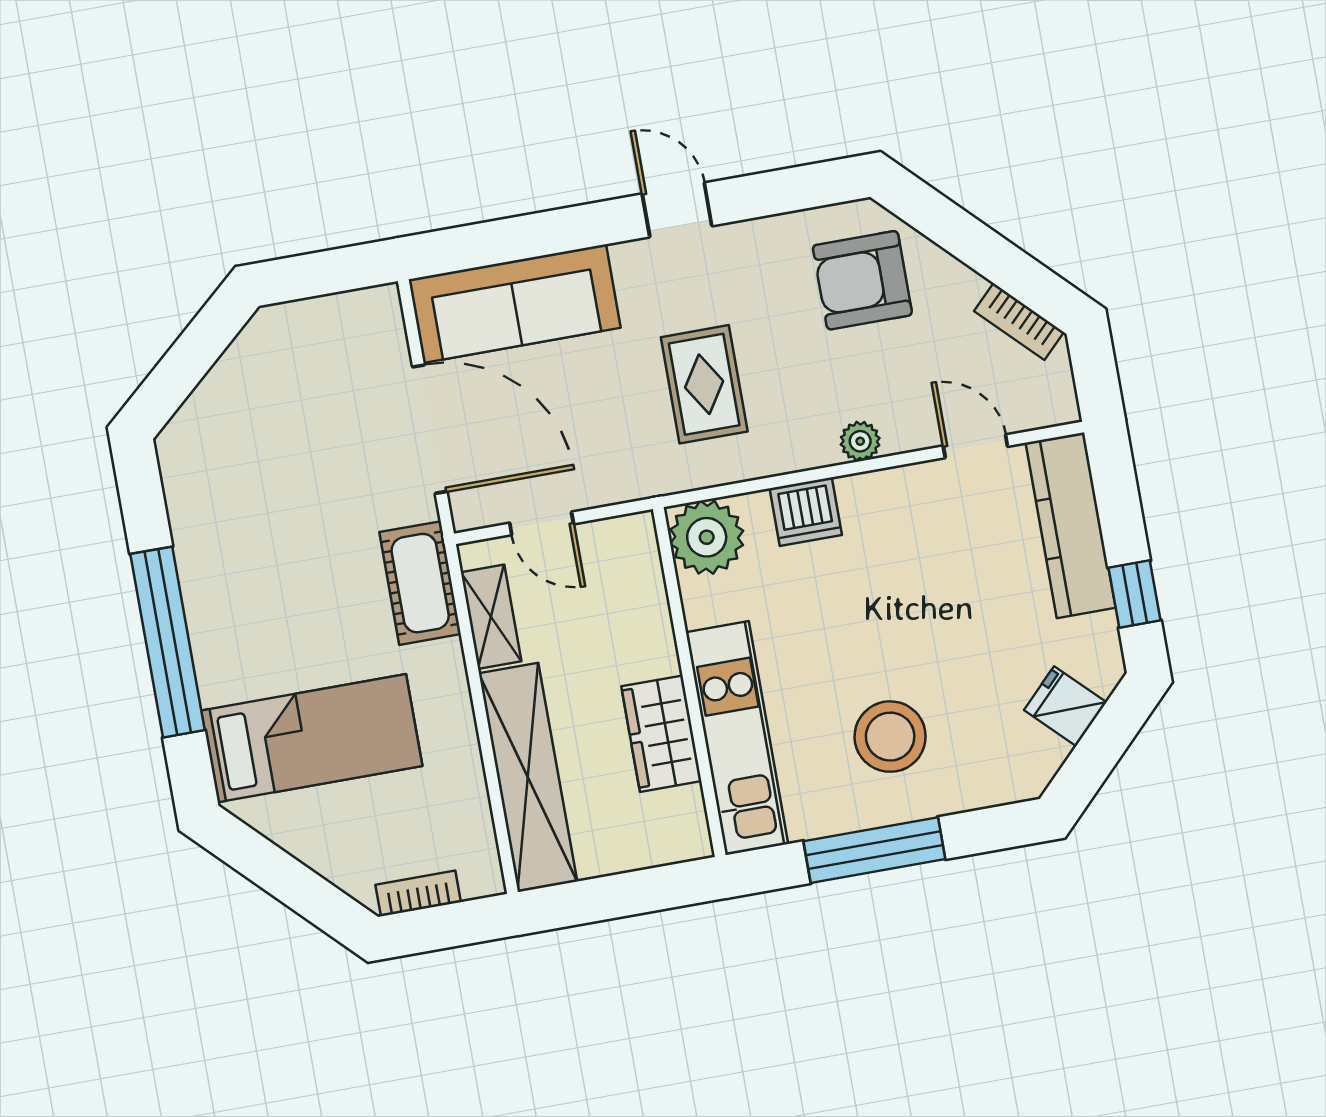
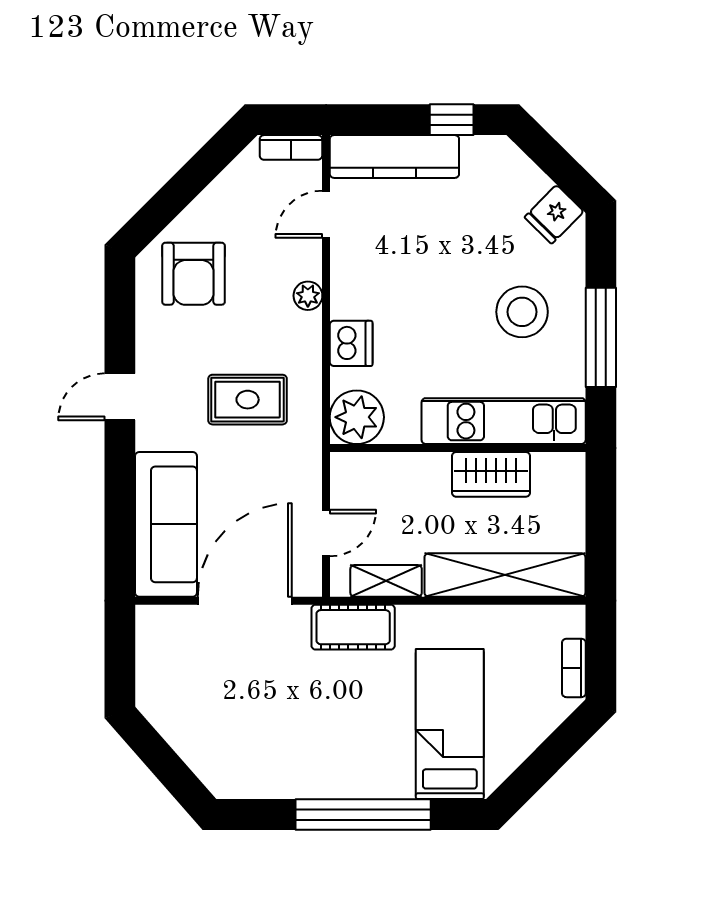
bookcase: (1019, 322) -> (291, 147), moved, turned 45
fridge: (1065, 706) -> (554, 214), moved

